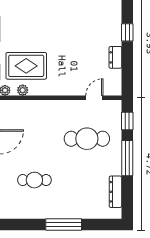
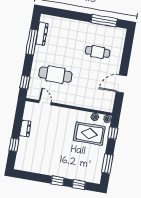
door: (94, 98) -> (45, 103), swing flipped
window: (127, 158) -> (32, 42), moved
window: (64, 225) -> (104, 21), moved

